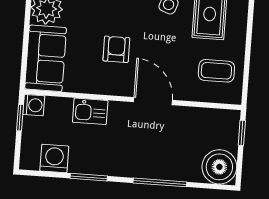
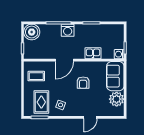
door: (153, 101) -> (64, 60), hinge flipped
washing machine: (54, 159) -> (68, 30), moved

